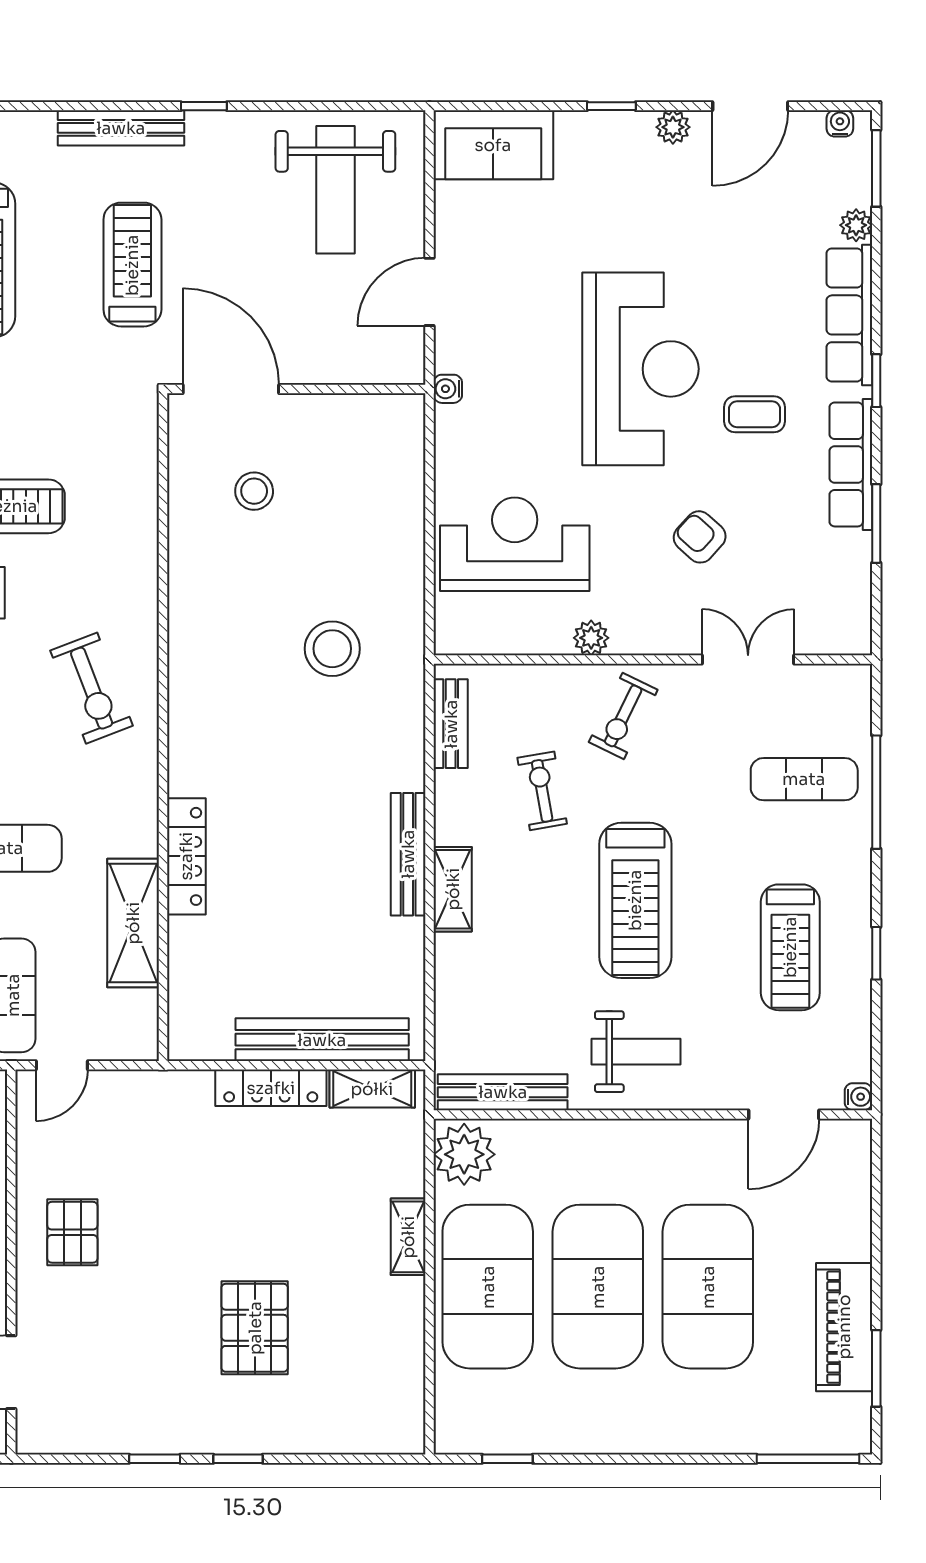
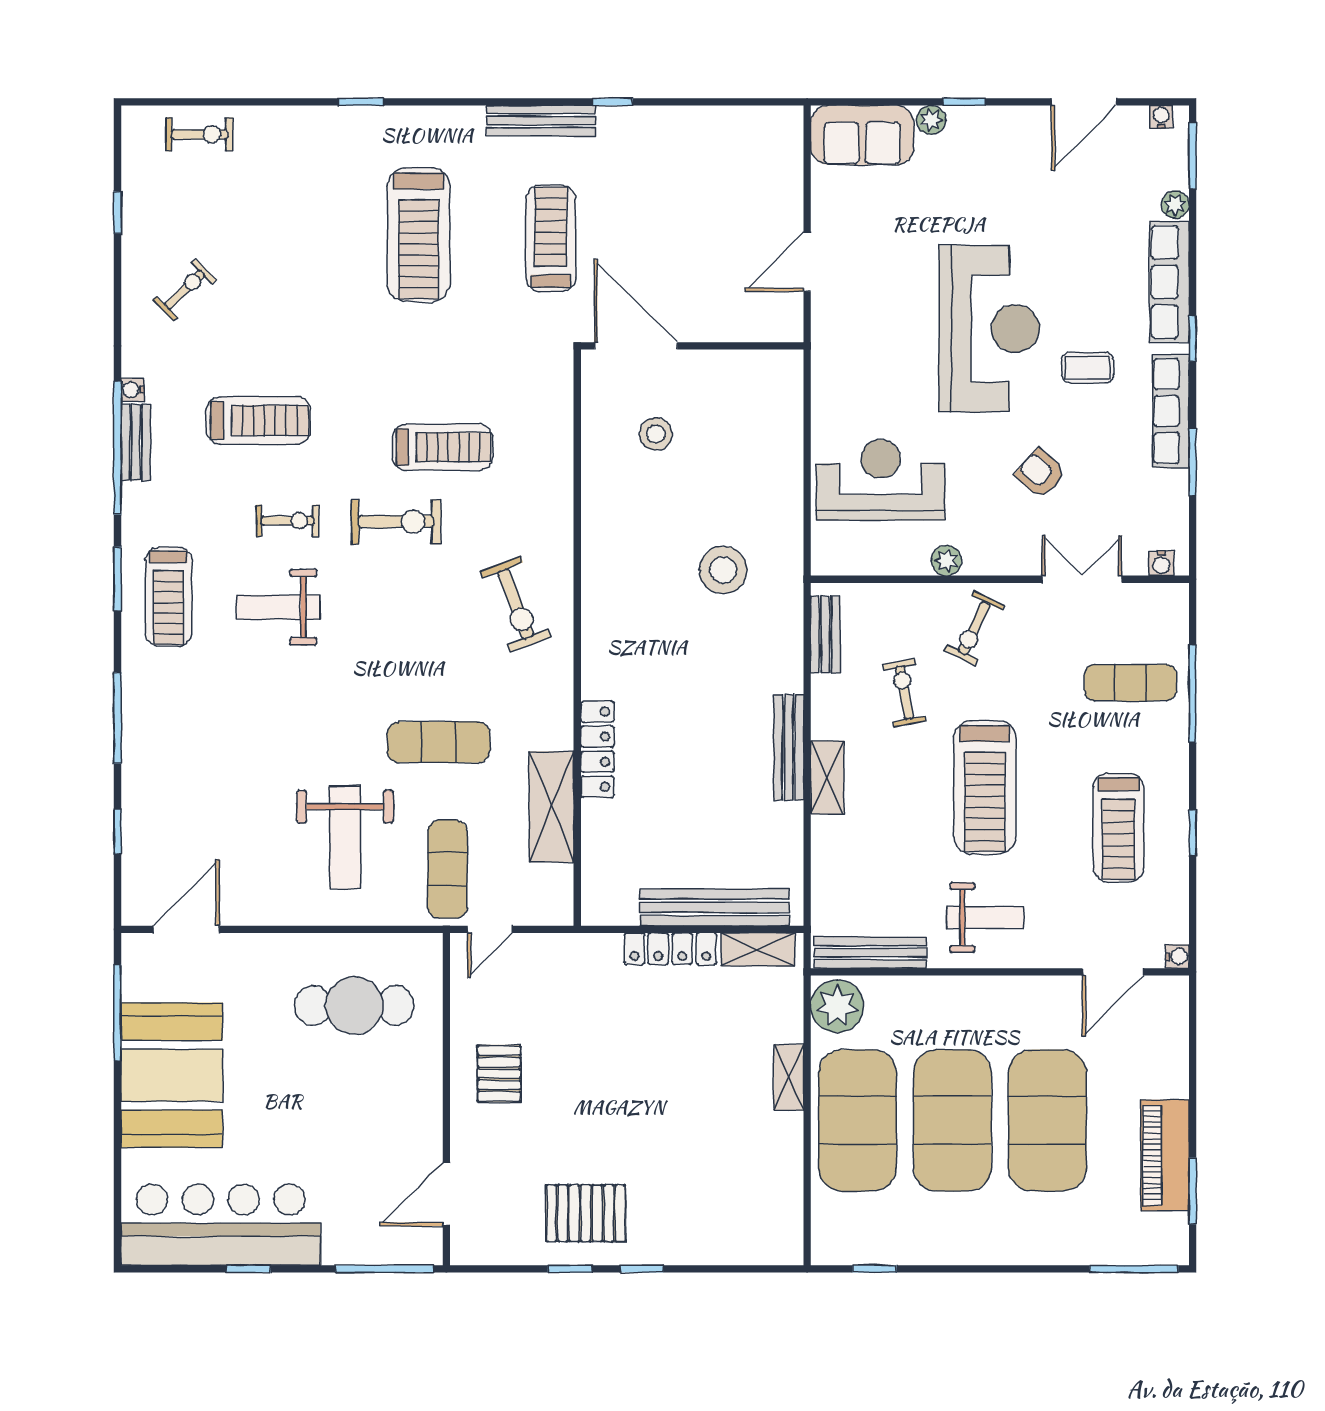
plant: (673, 127) -> (931, 120), moved
weight bench: (335, 190) -> (726, 174), removed
water cooler: (448, 389) -> (1161, 563), moved, turned -90
pallet: (255, 1328) -> (586, 1213), moved, turned 90

